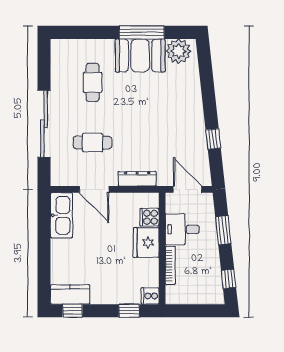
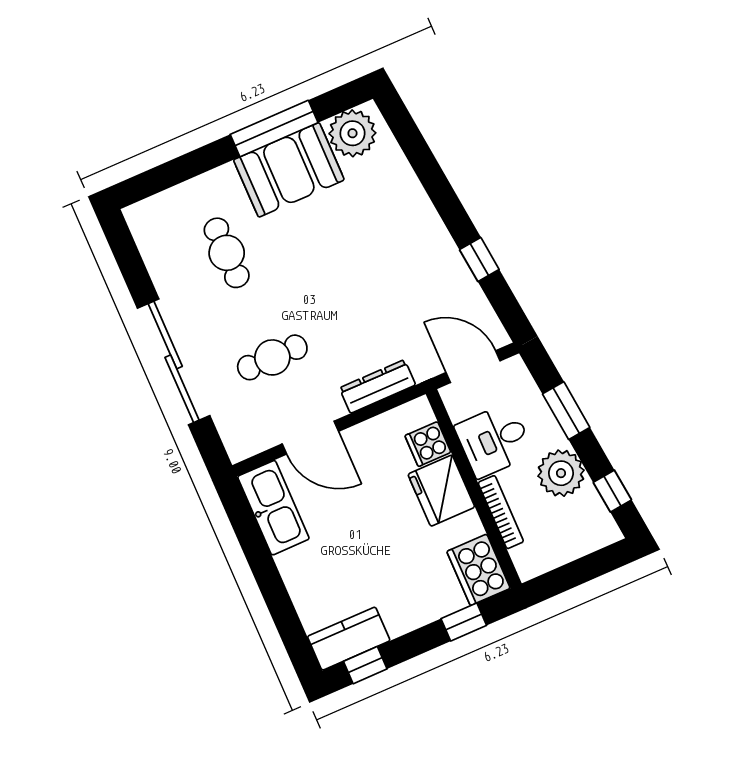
plant: (208, 259) -> (561, 473), added
cooker: (150, 296) -> (479, 570), width x1.87, depth x1.31

